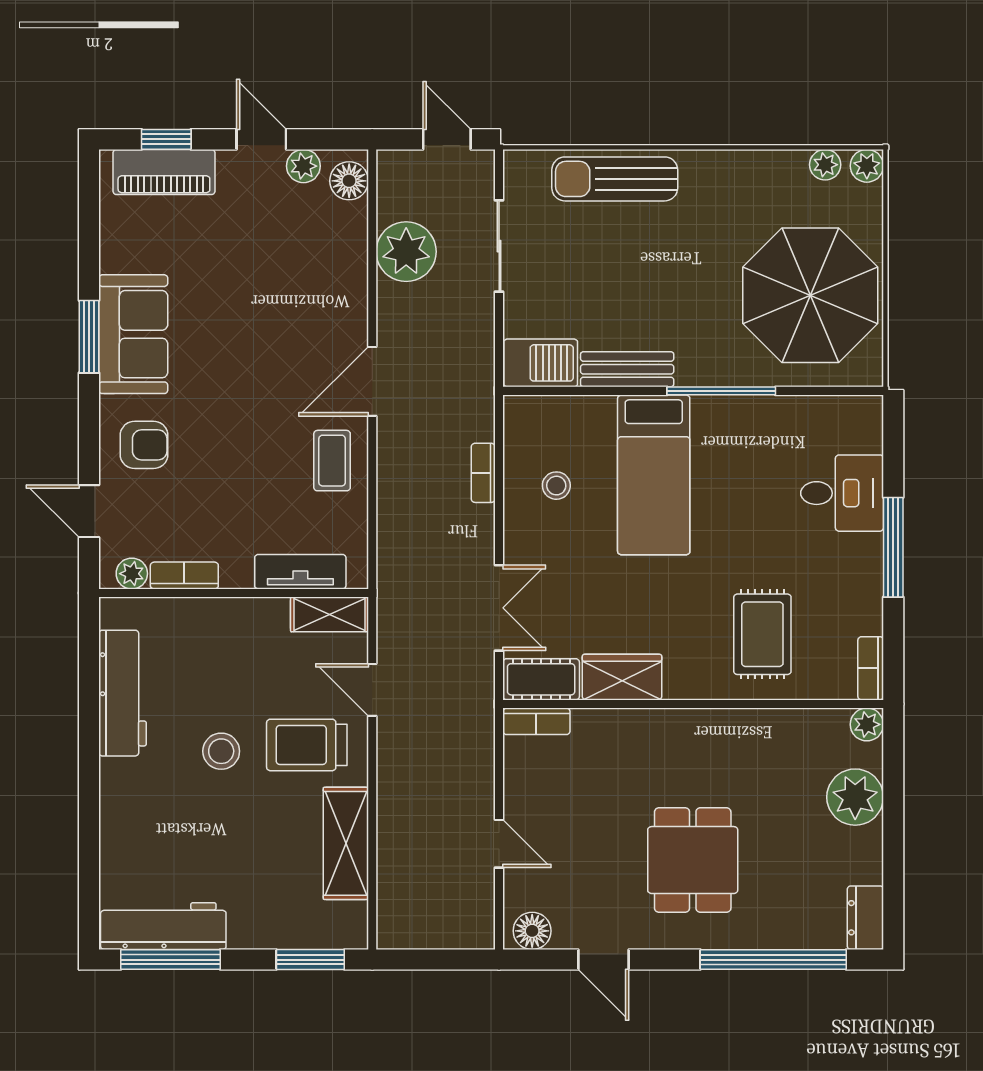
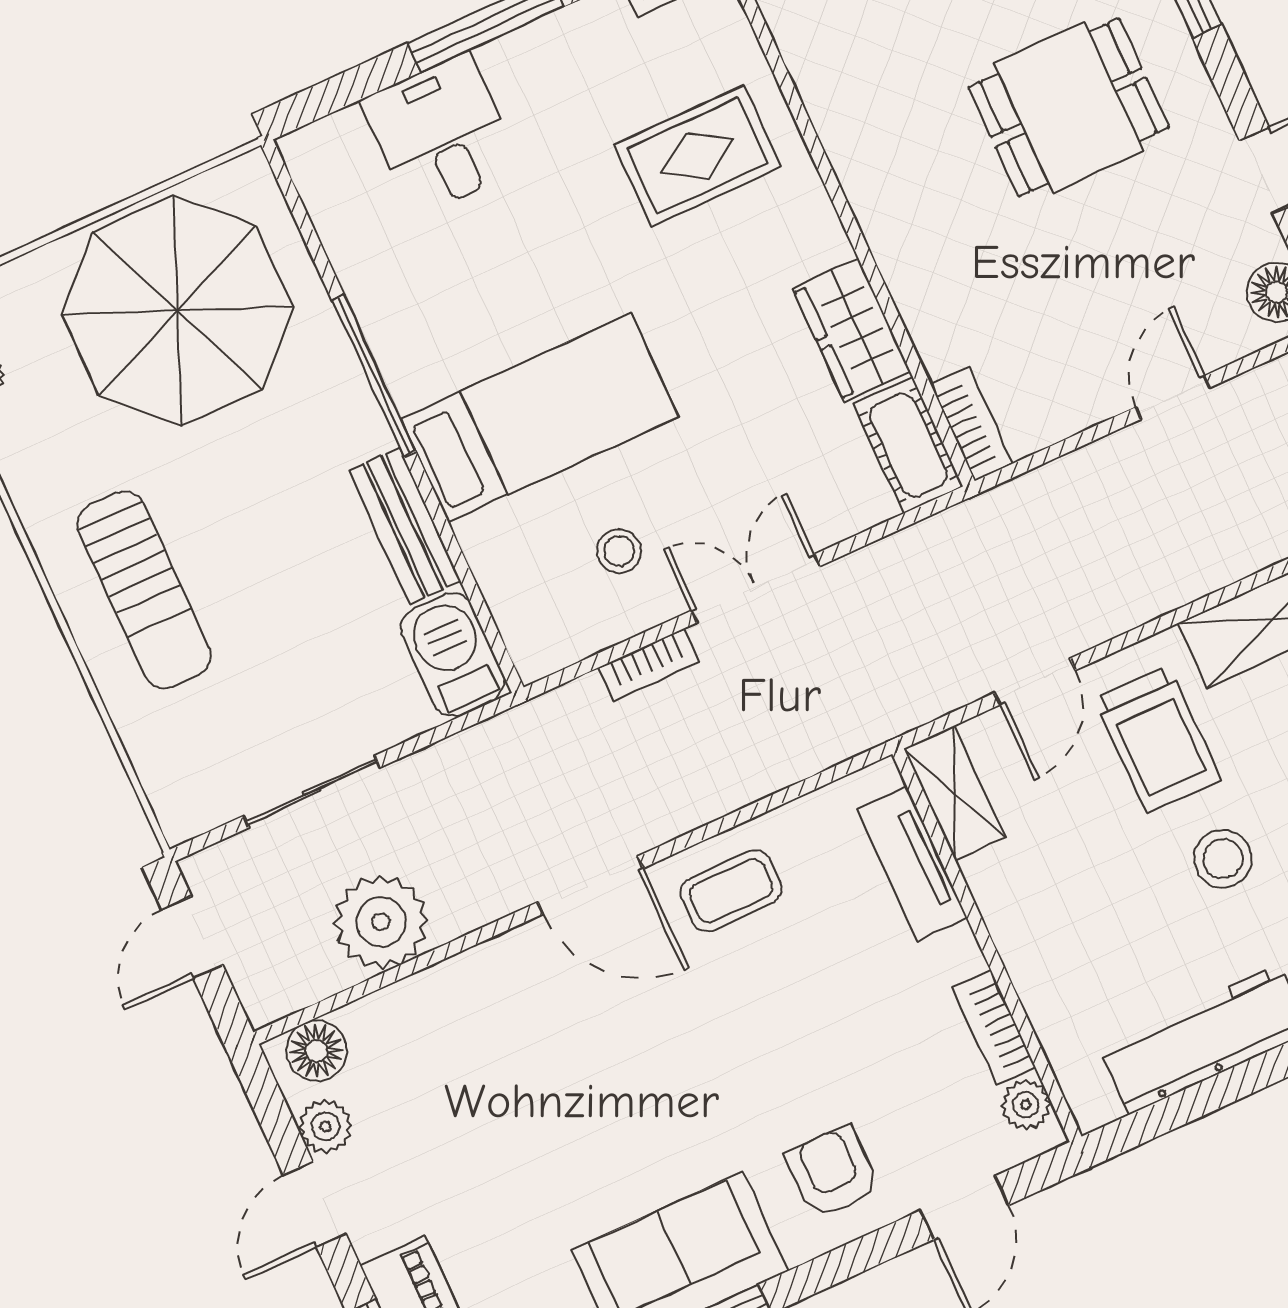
sun lounger: (615, 179) -> (144, 590), moved
double door: (499, 608) -> (756, 588), moved

